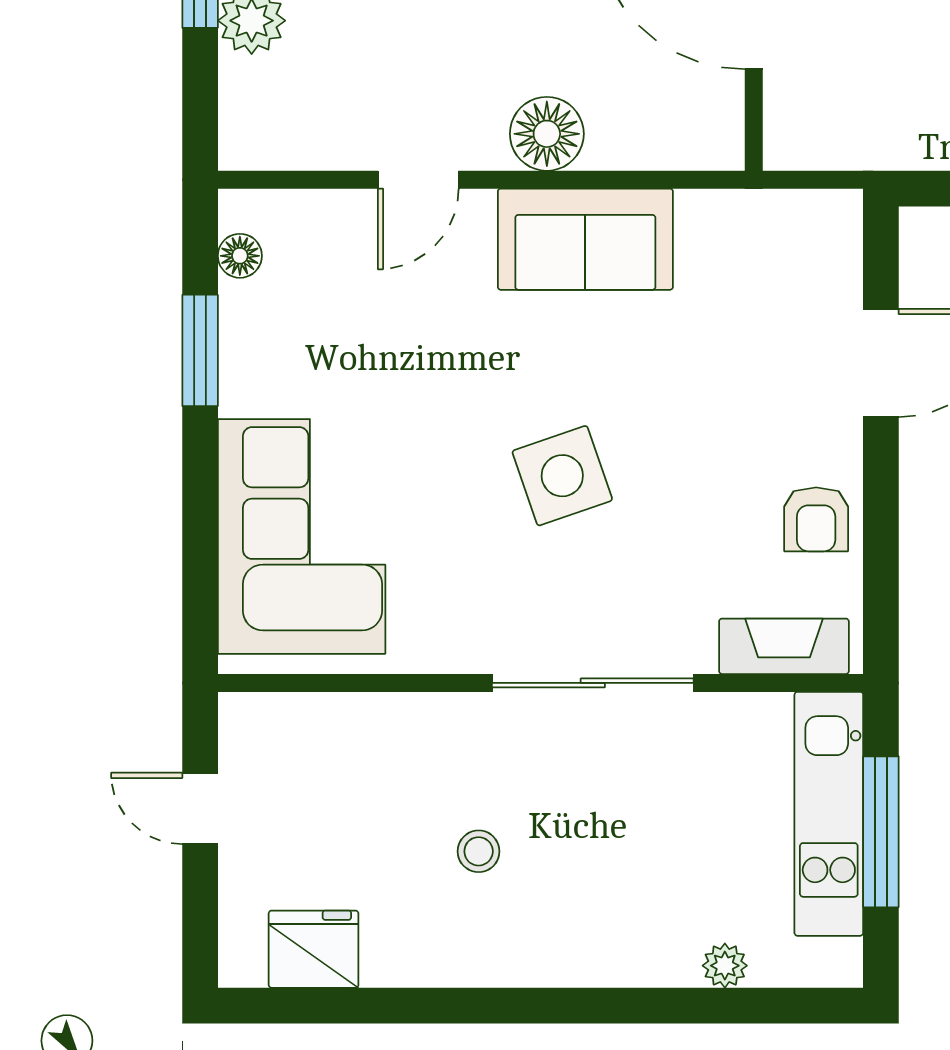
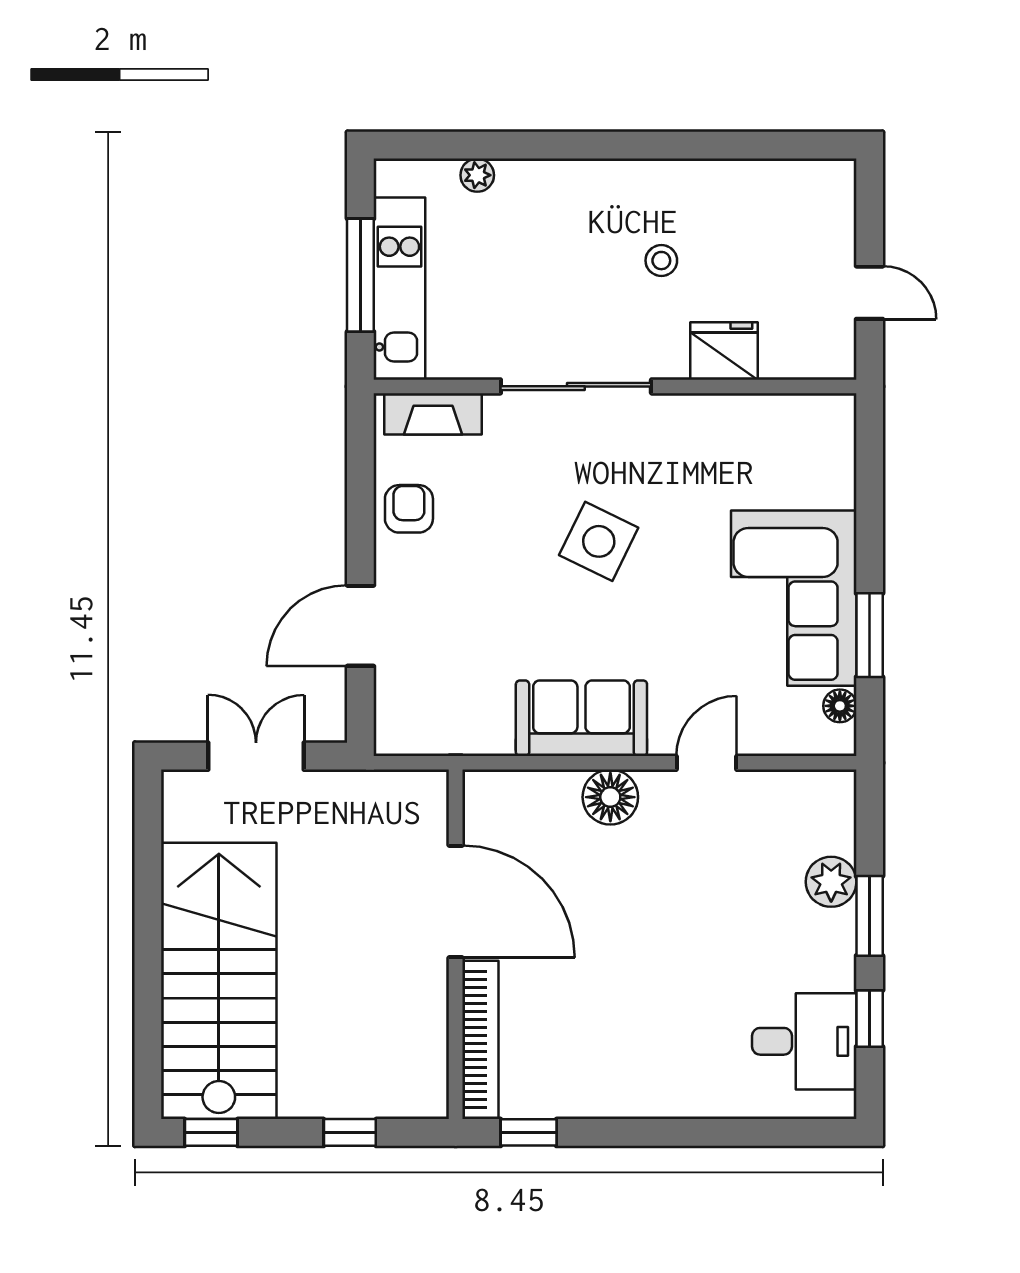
side table: (562, 476) -> (599, 541), turned 45
corner sofa: (302, 536) -> (794, 598), moved
fridge: (314, 949) -> (724, 351), moved, turned 180

